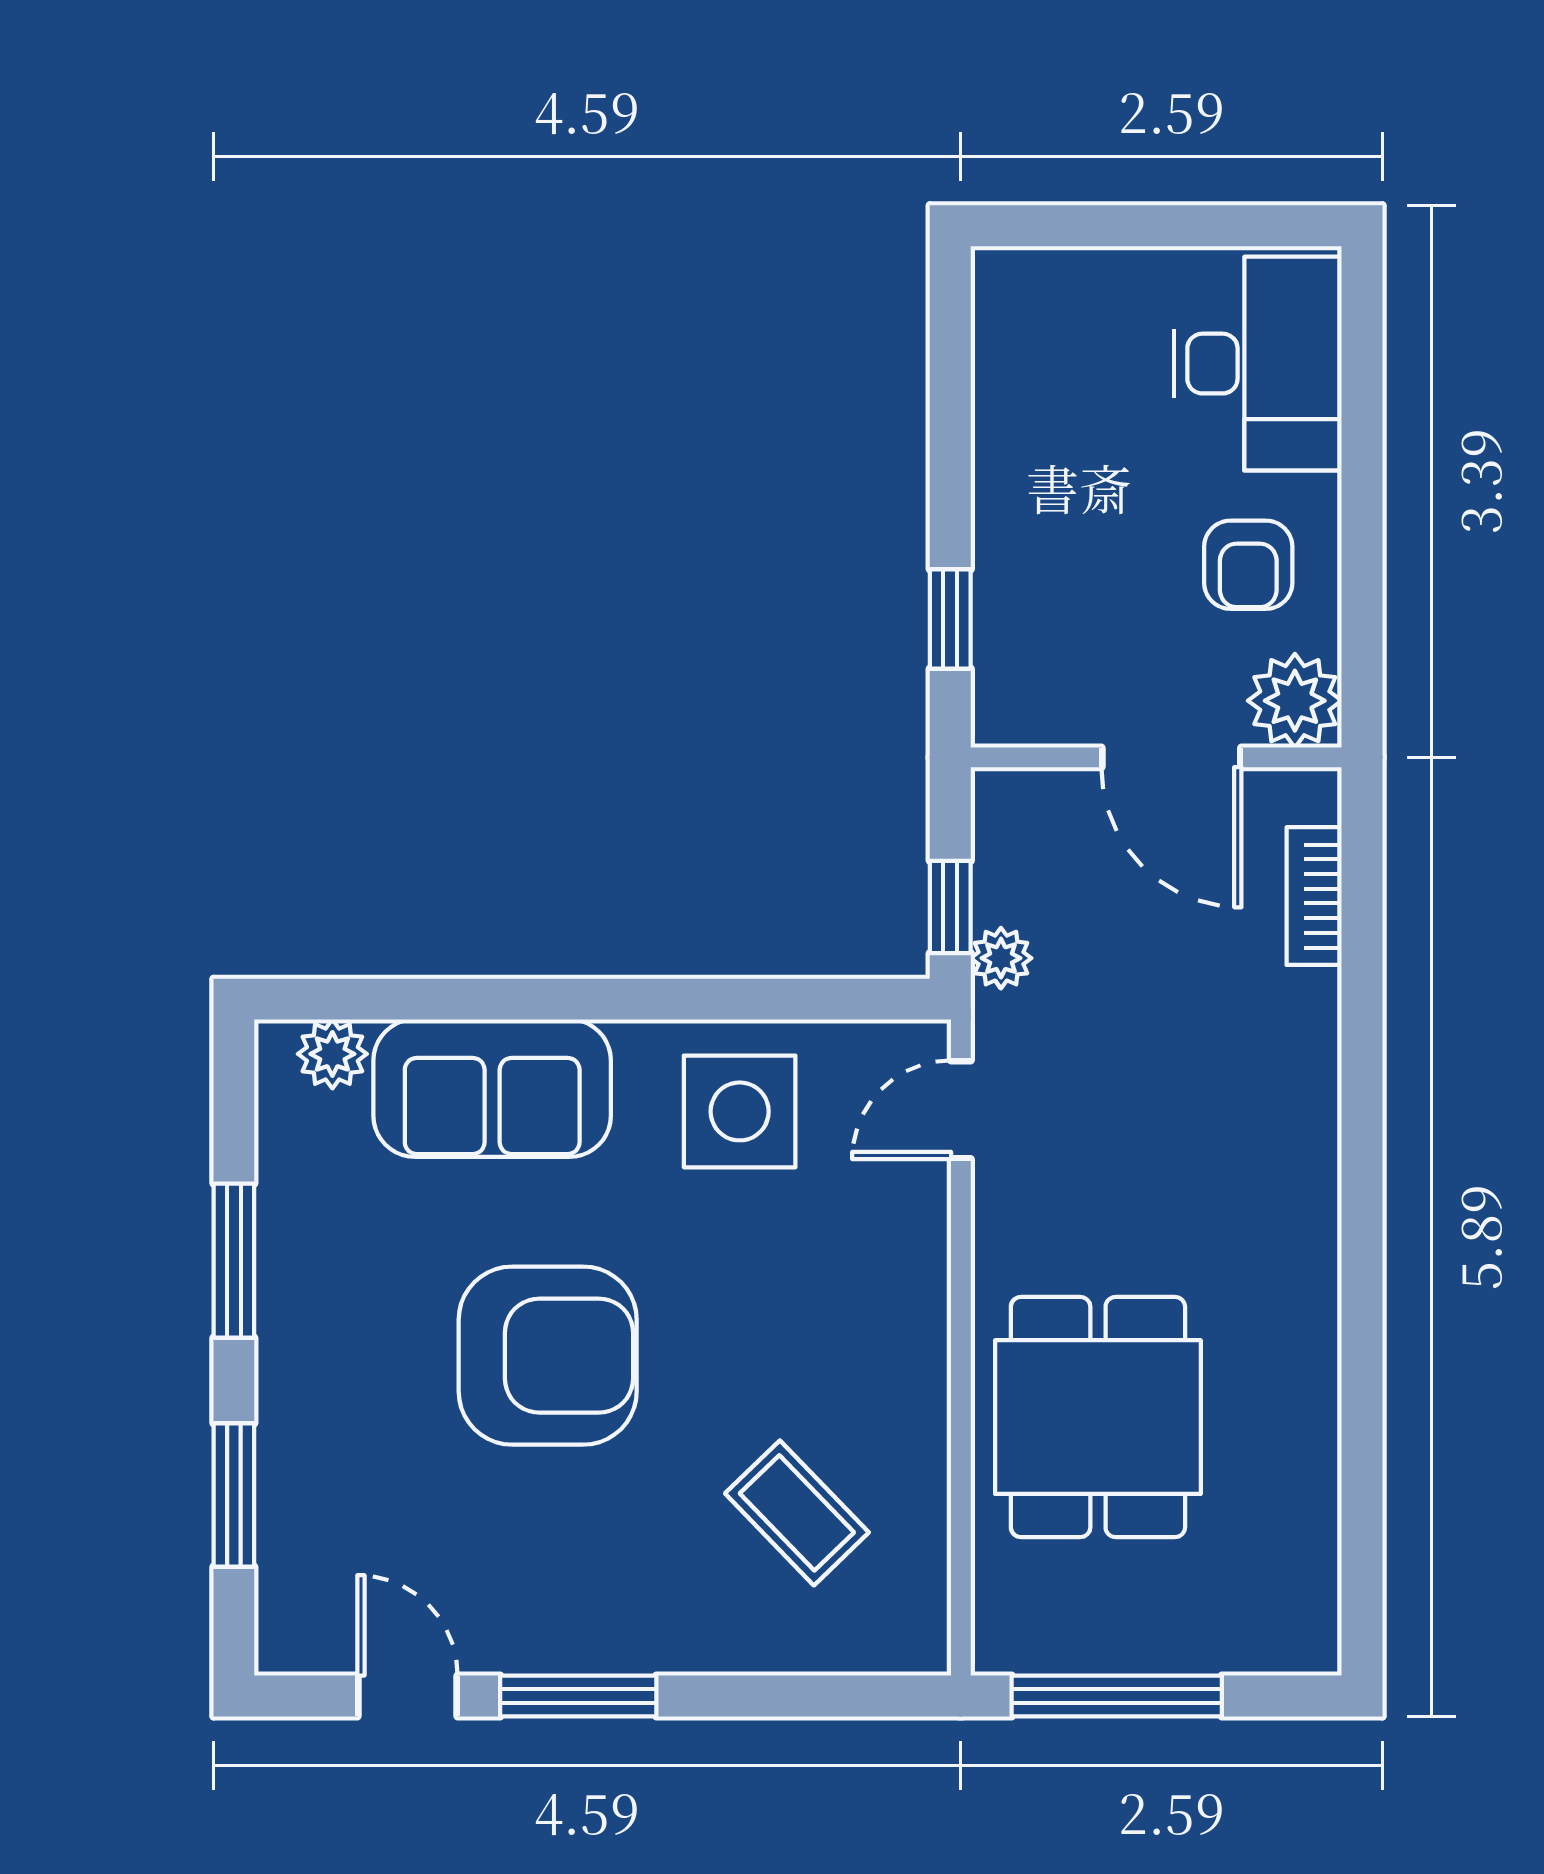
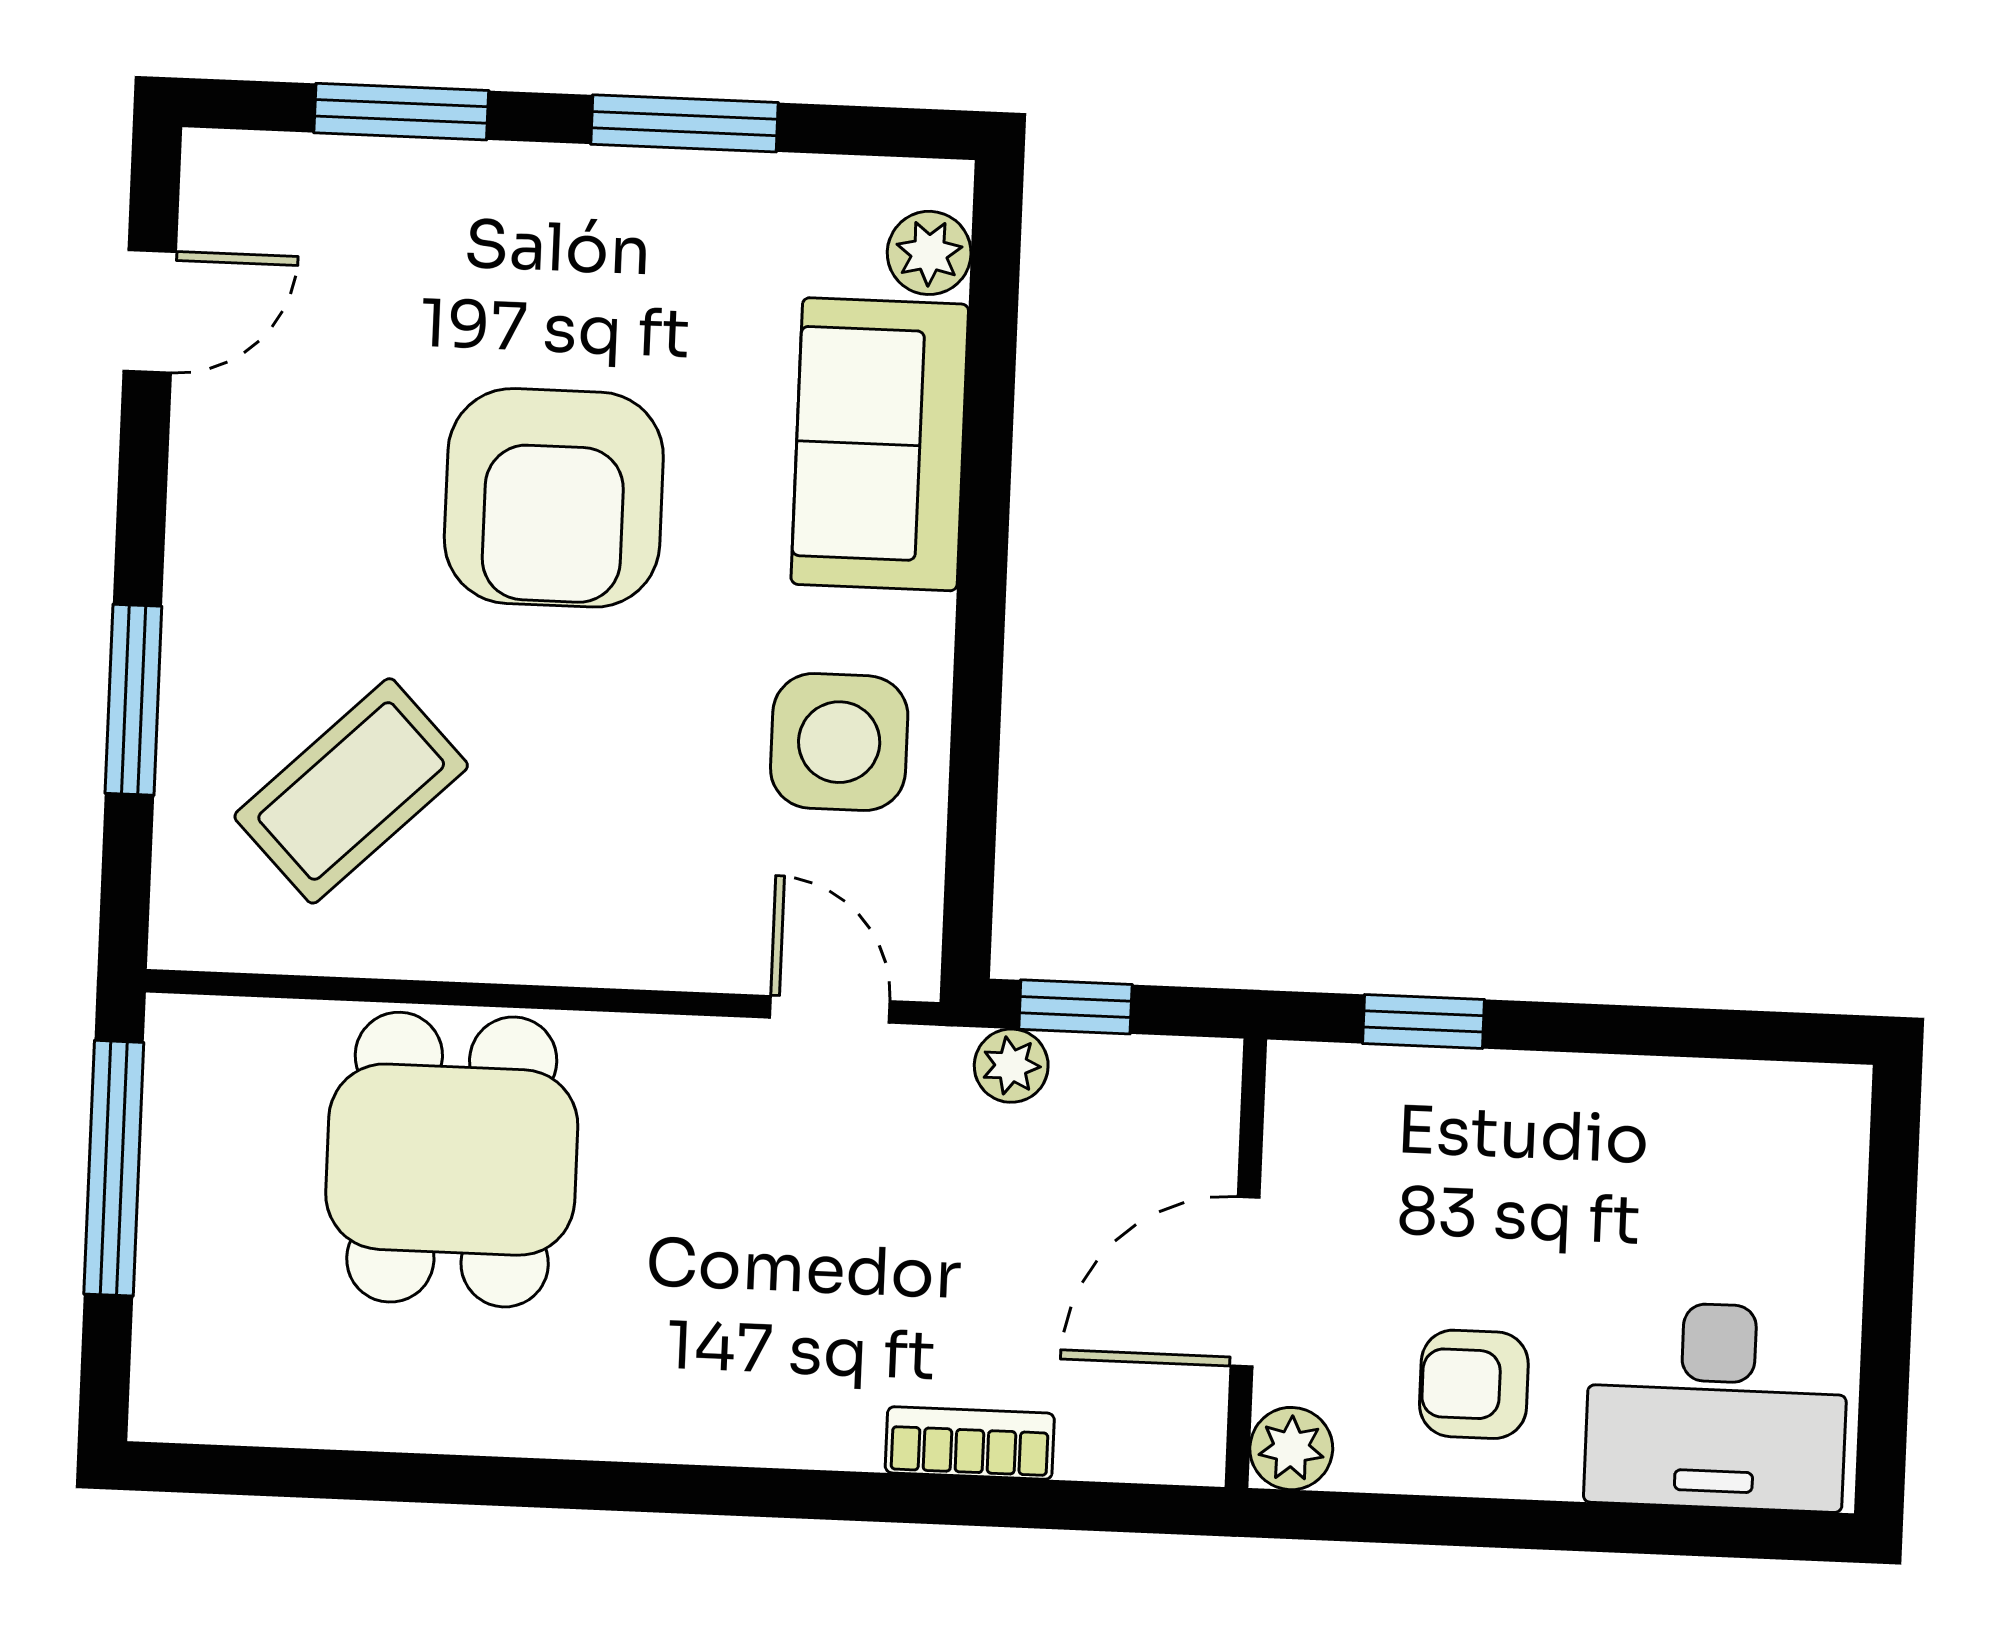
plant: (1295, 701) -> (1291, 1449), width x0.73, depth x0.73
bookcase: (1314, 896) -> (970, 1443), moved
dining table: (1098, 1417) -> (452, 1160), turned 90
coffee table: (797, 1513) -> (351, 791), width x1.36, depth x1.30
window: (578, 1696) -> (133, 700), moved

